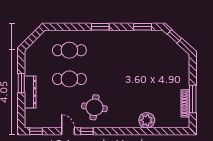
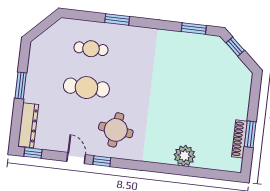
window: (100, 27) -> (117, 19), moved
cafe table: (69, 50) -> (91, 49), width x0.73, depth x0.74
dresser: (30, 92) -> (28, 125), moved
window: (193, 99) -> (250, 134), width x0.69

